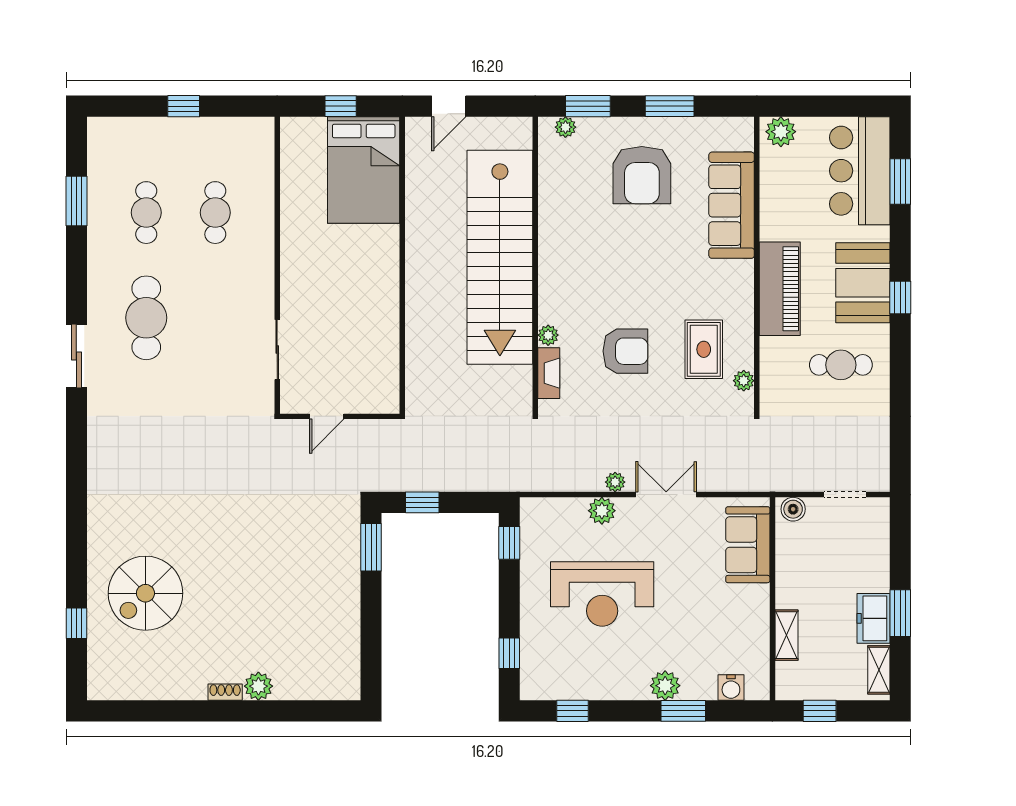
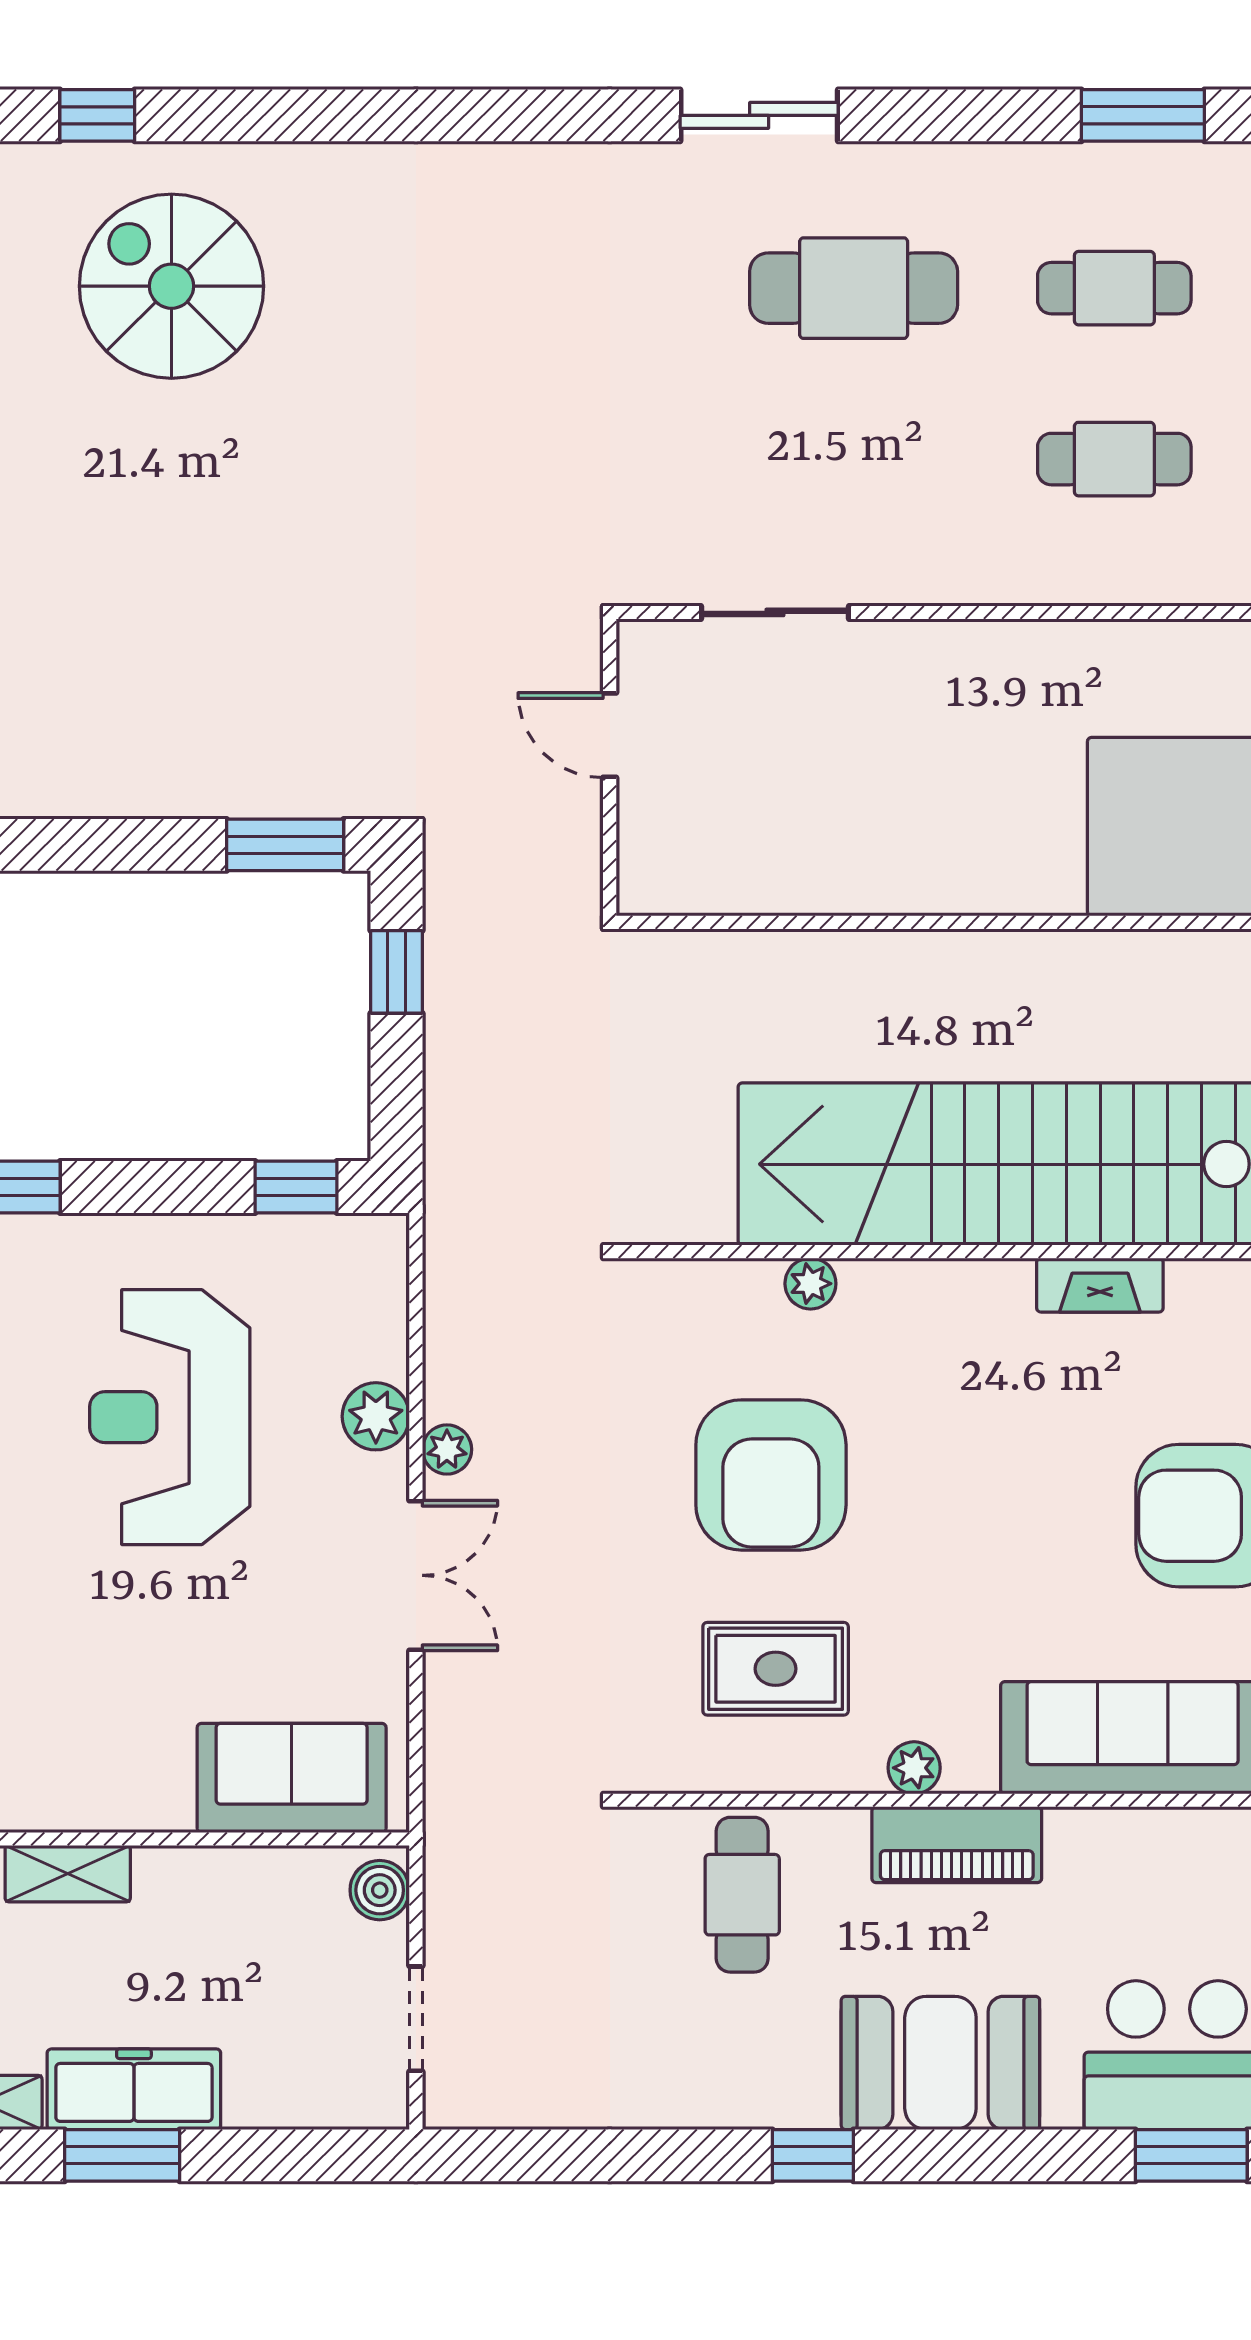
piano: (780, 289) -> (957, 1845), width x0.73, depth x0.75
window: (900, 297) -> (813, 2155), moved
armchair: (625, 351) -> (771, 1475), width x1.36, depth x1.36
cafe table: (841, 365) -> (742, 1895), moved
fireplace: (549, 373) -> (1100, 1285), moved
plant: (744, 381) -> (914, 1768), moved
freezer: (874, 618) -> (134, 2089), width x1.40

